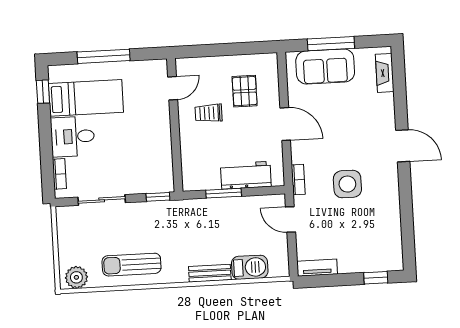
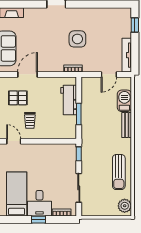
window: (43, 92) -> (38, 220), moved
door: (285, 124) -> (28, 74), moved
door: (291, 219) -> (109, 74), moved
tv unit: (317, 268) -> (127, 55), width x1.41

